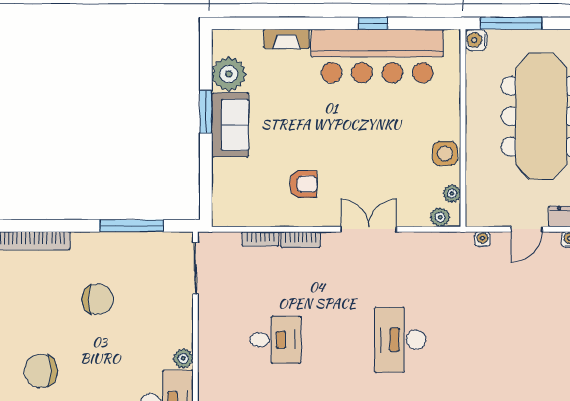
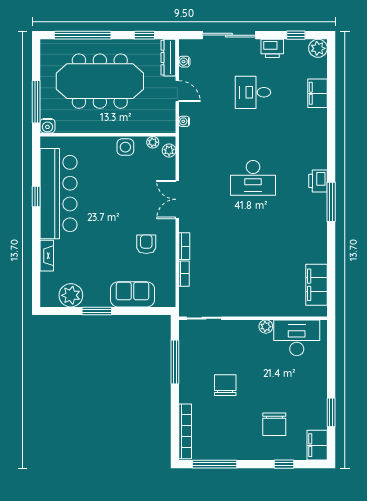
sofa: (230, 125) -> (132, 294), moved
desk: (275, 340) -> (253, 92), moved, turned -90

